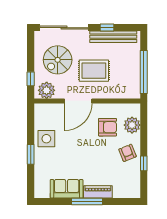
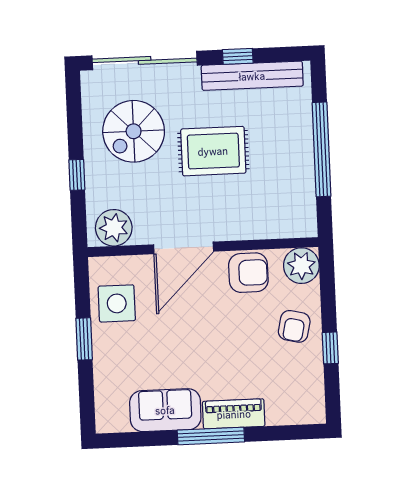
plant: (47, 90) -> (114, 228), moved
door: (78, 101) -> (184, 248), moved
wall: (87, 101) -> (203, 247), moved
armchair: (128, 153) -> (294, 326), turned -145

